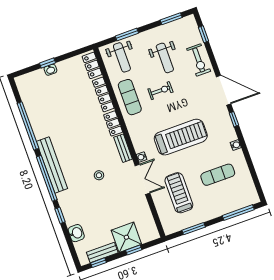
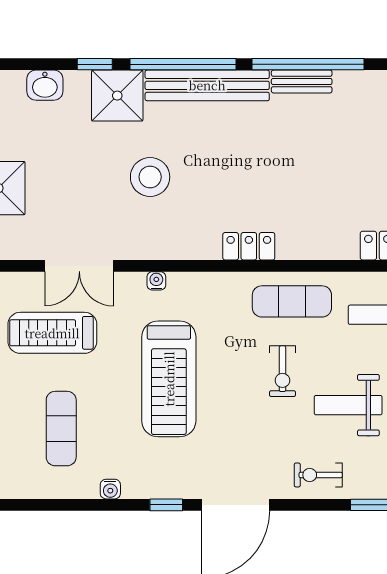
exercise bike: (199, 60) -> (318, 475), width x0.73, depth x0.72
locker: (103, 95) -> (318, 247), removed
bench: (123, 148) -> (302, 81), moved
stool: (99, 175) -> (150, 177), width x1.89, depth x1.89
double door: (142, 179) -> (79, 266), moved
treadmill: (179, 193) -> (52, 333), turned 180
shower: (70, 201) -> (117, 96), added

